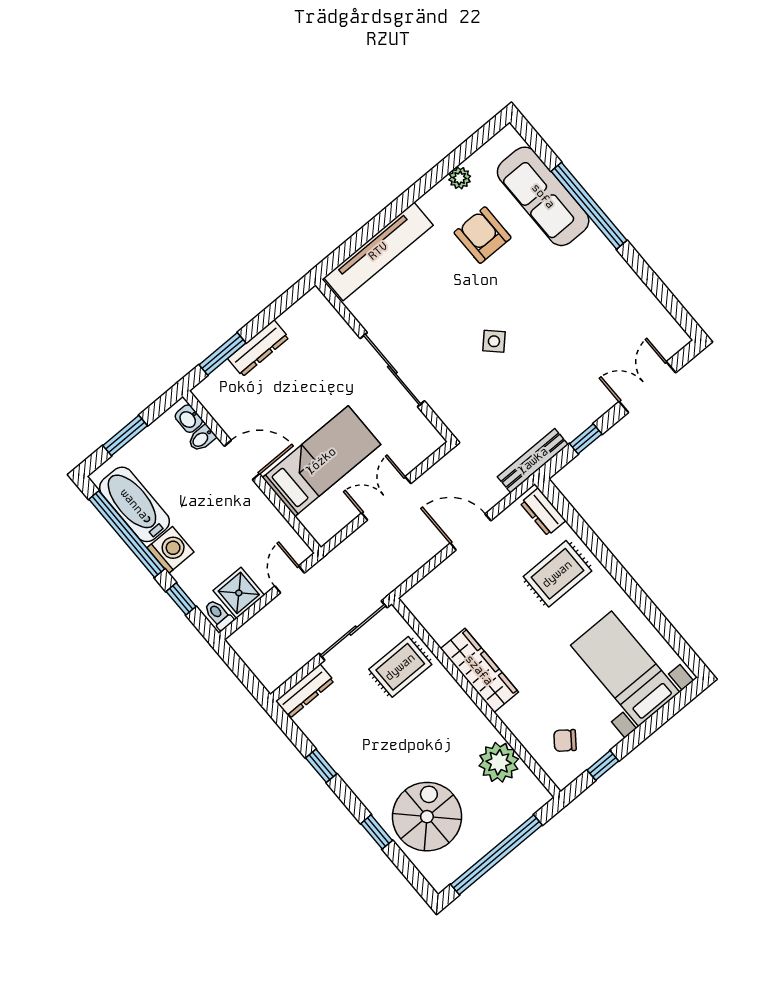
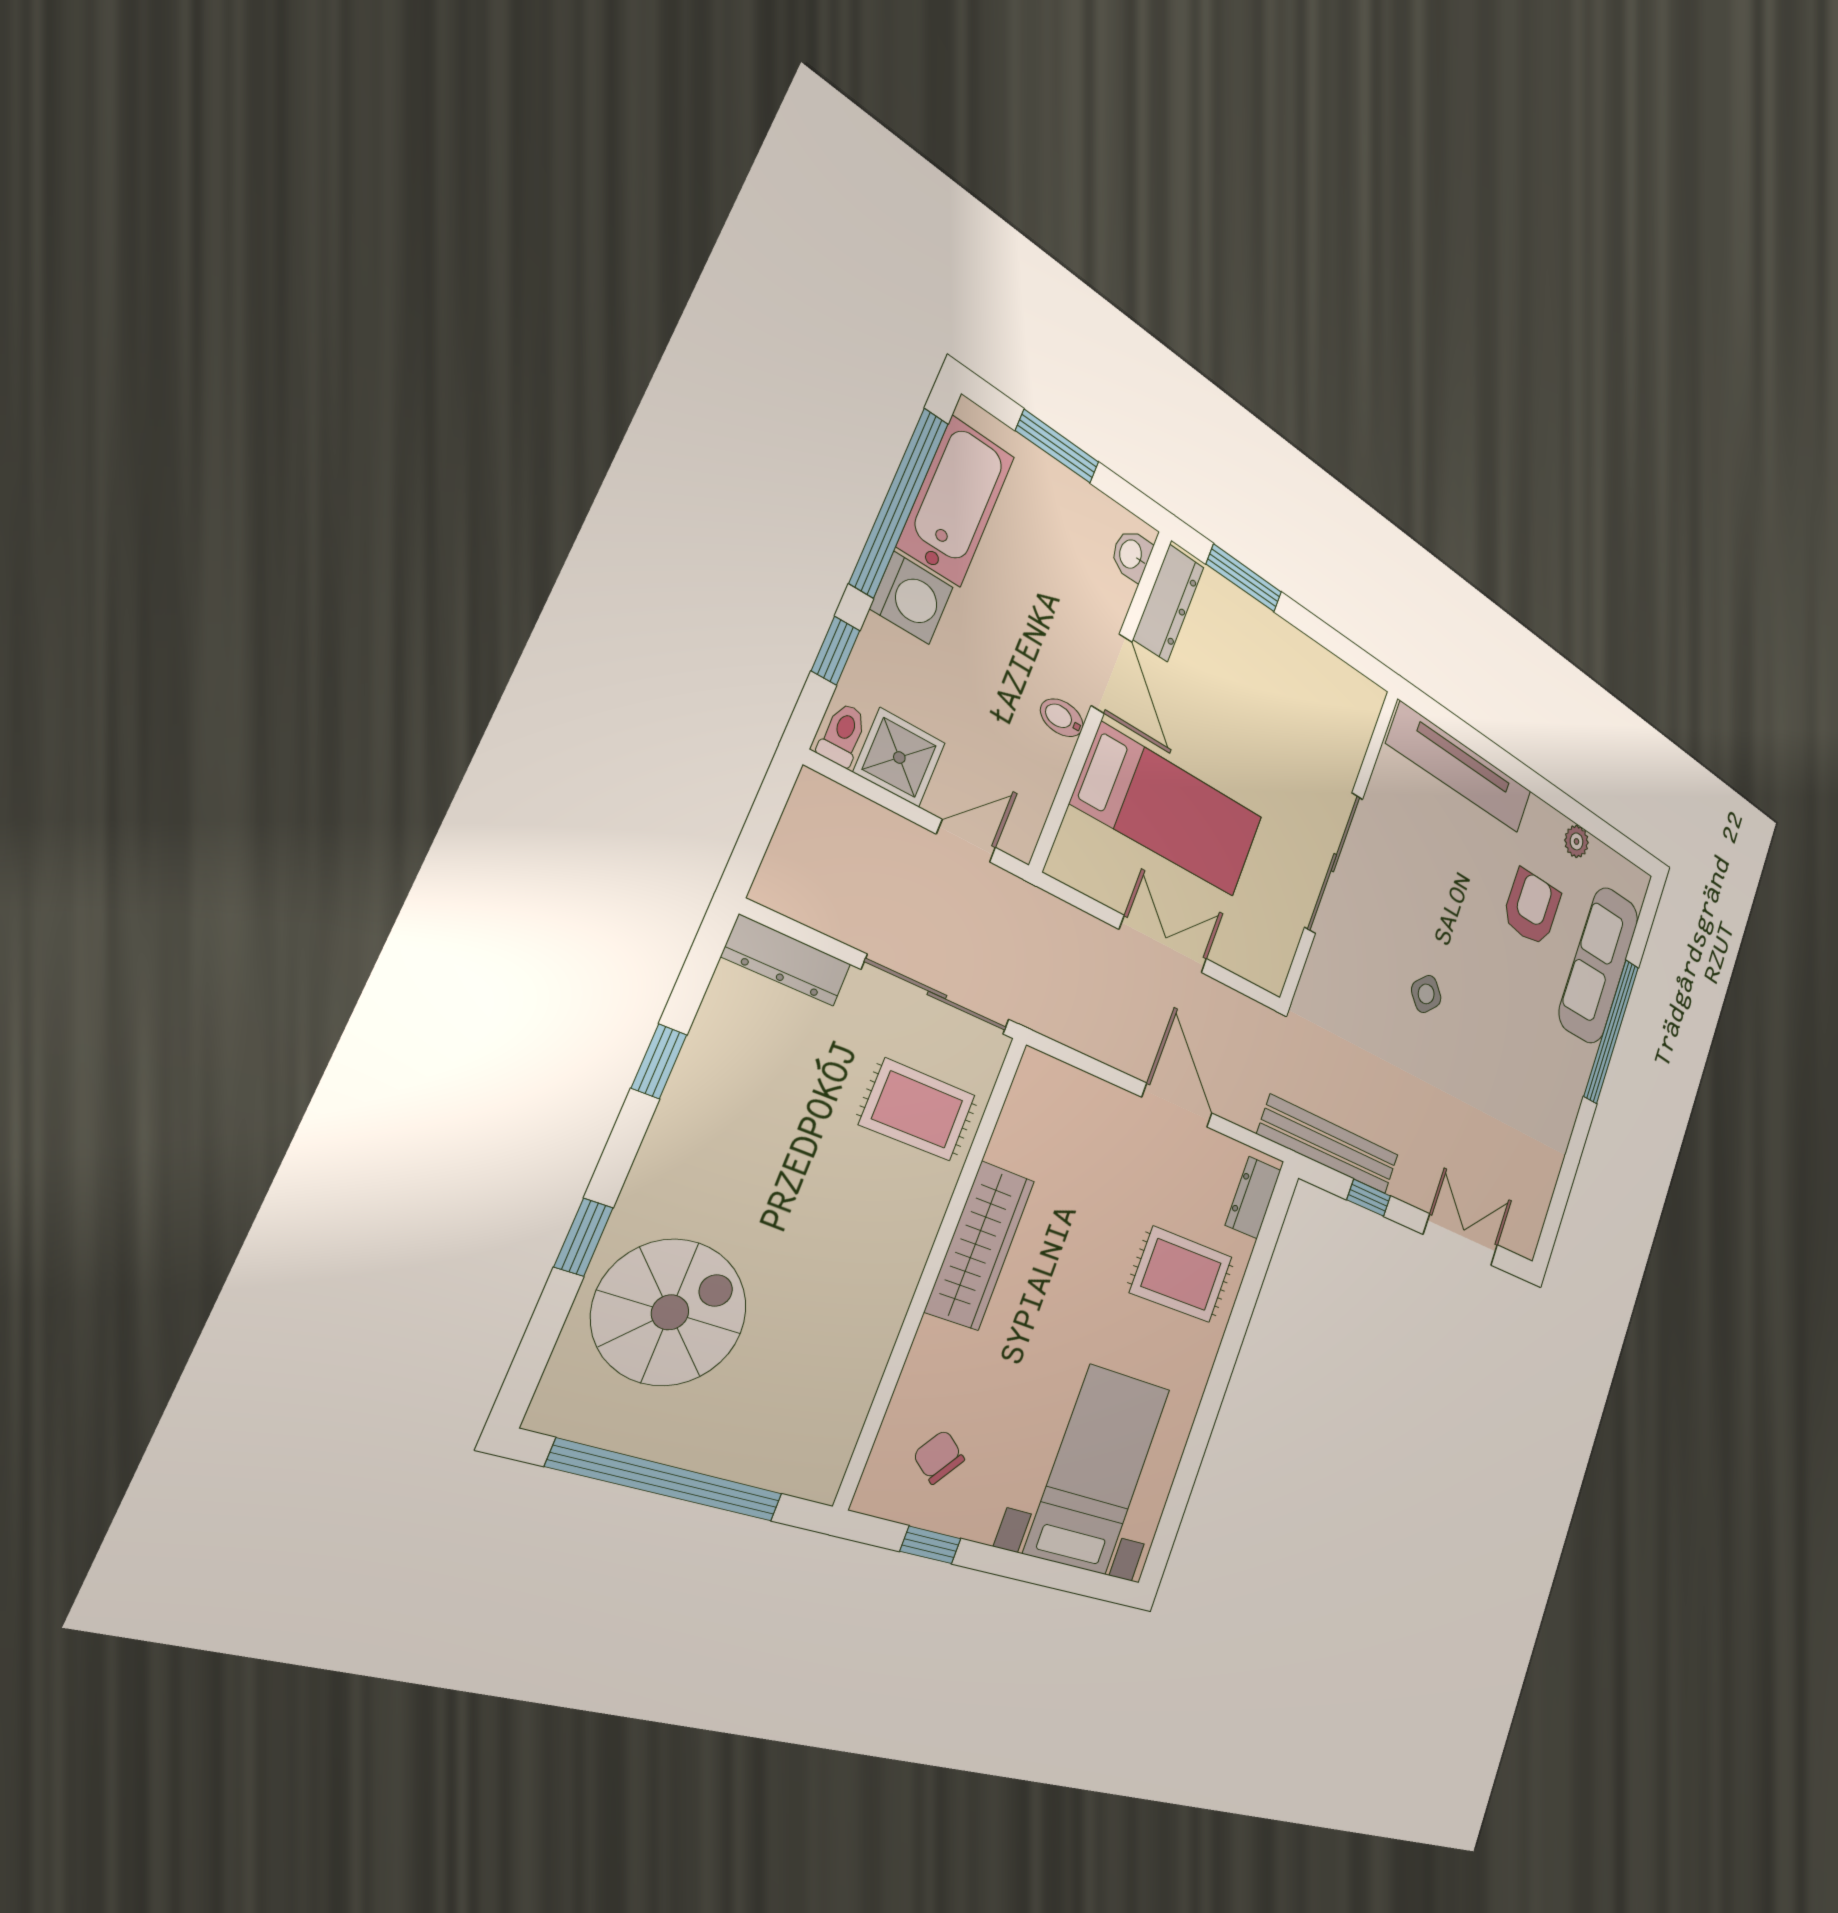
dresser: (258, 348) -> (1168, 603), moved, turned -90
bidet: (202, 438) -> (1062, 718), moved
bench: (533, 461) -> (1329, 1145), width x1.37, depth x1.21
plant: (499, 762) -> (843, 1375), removed

